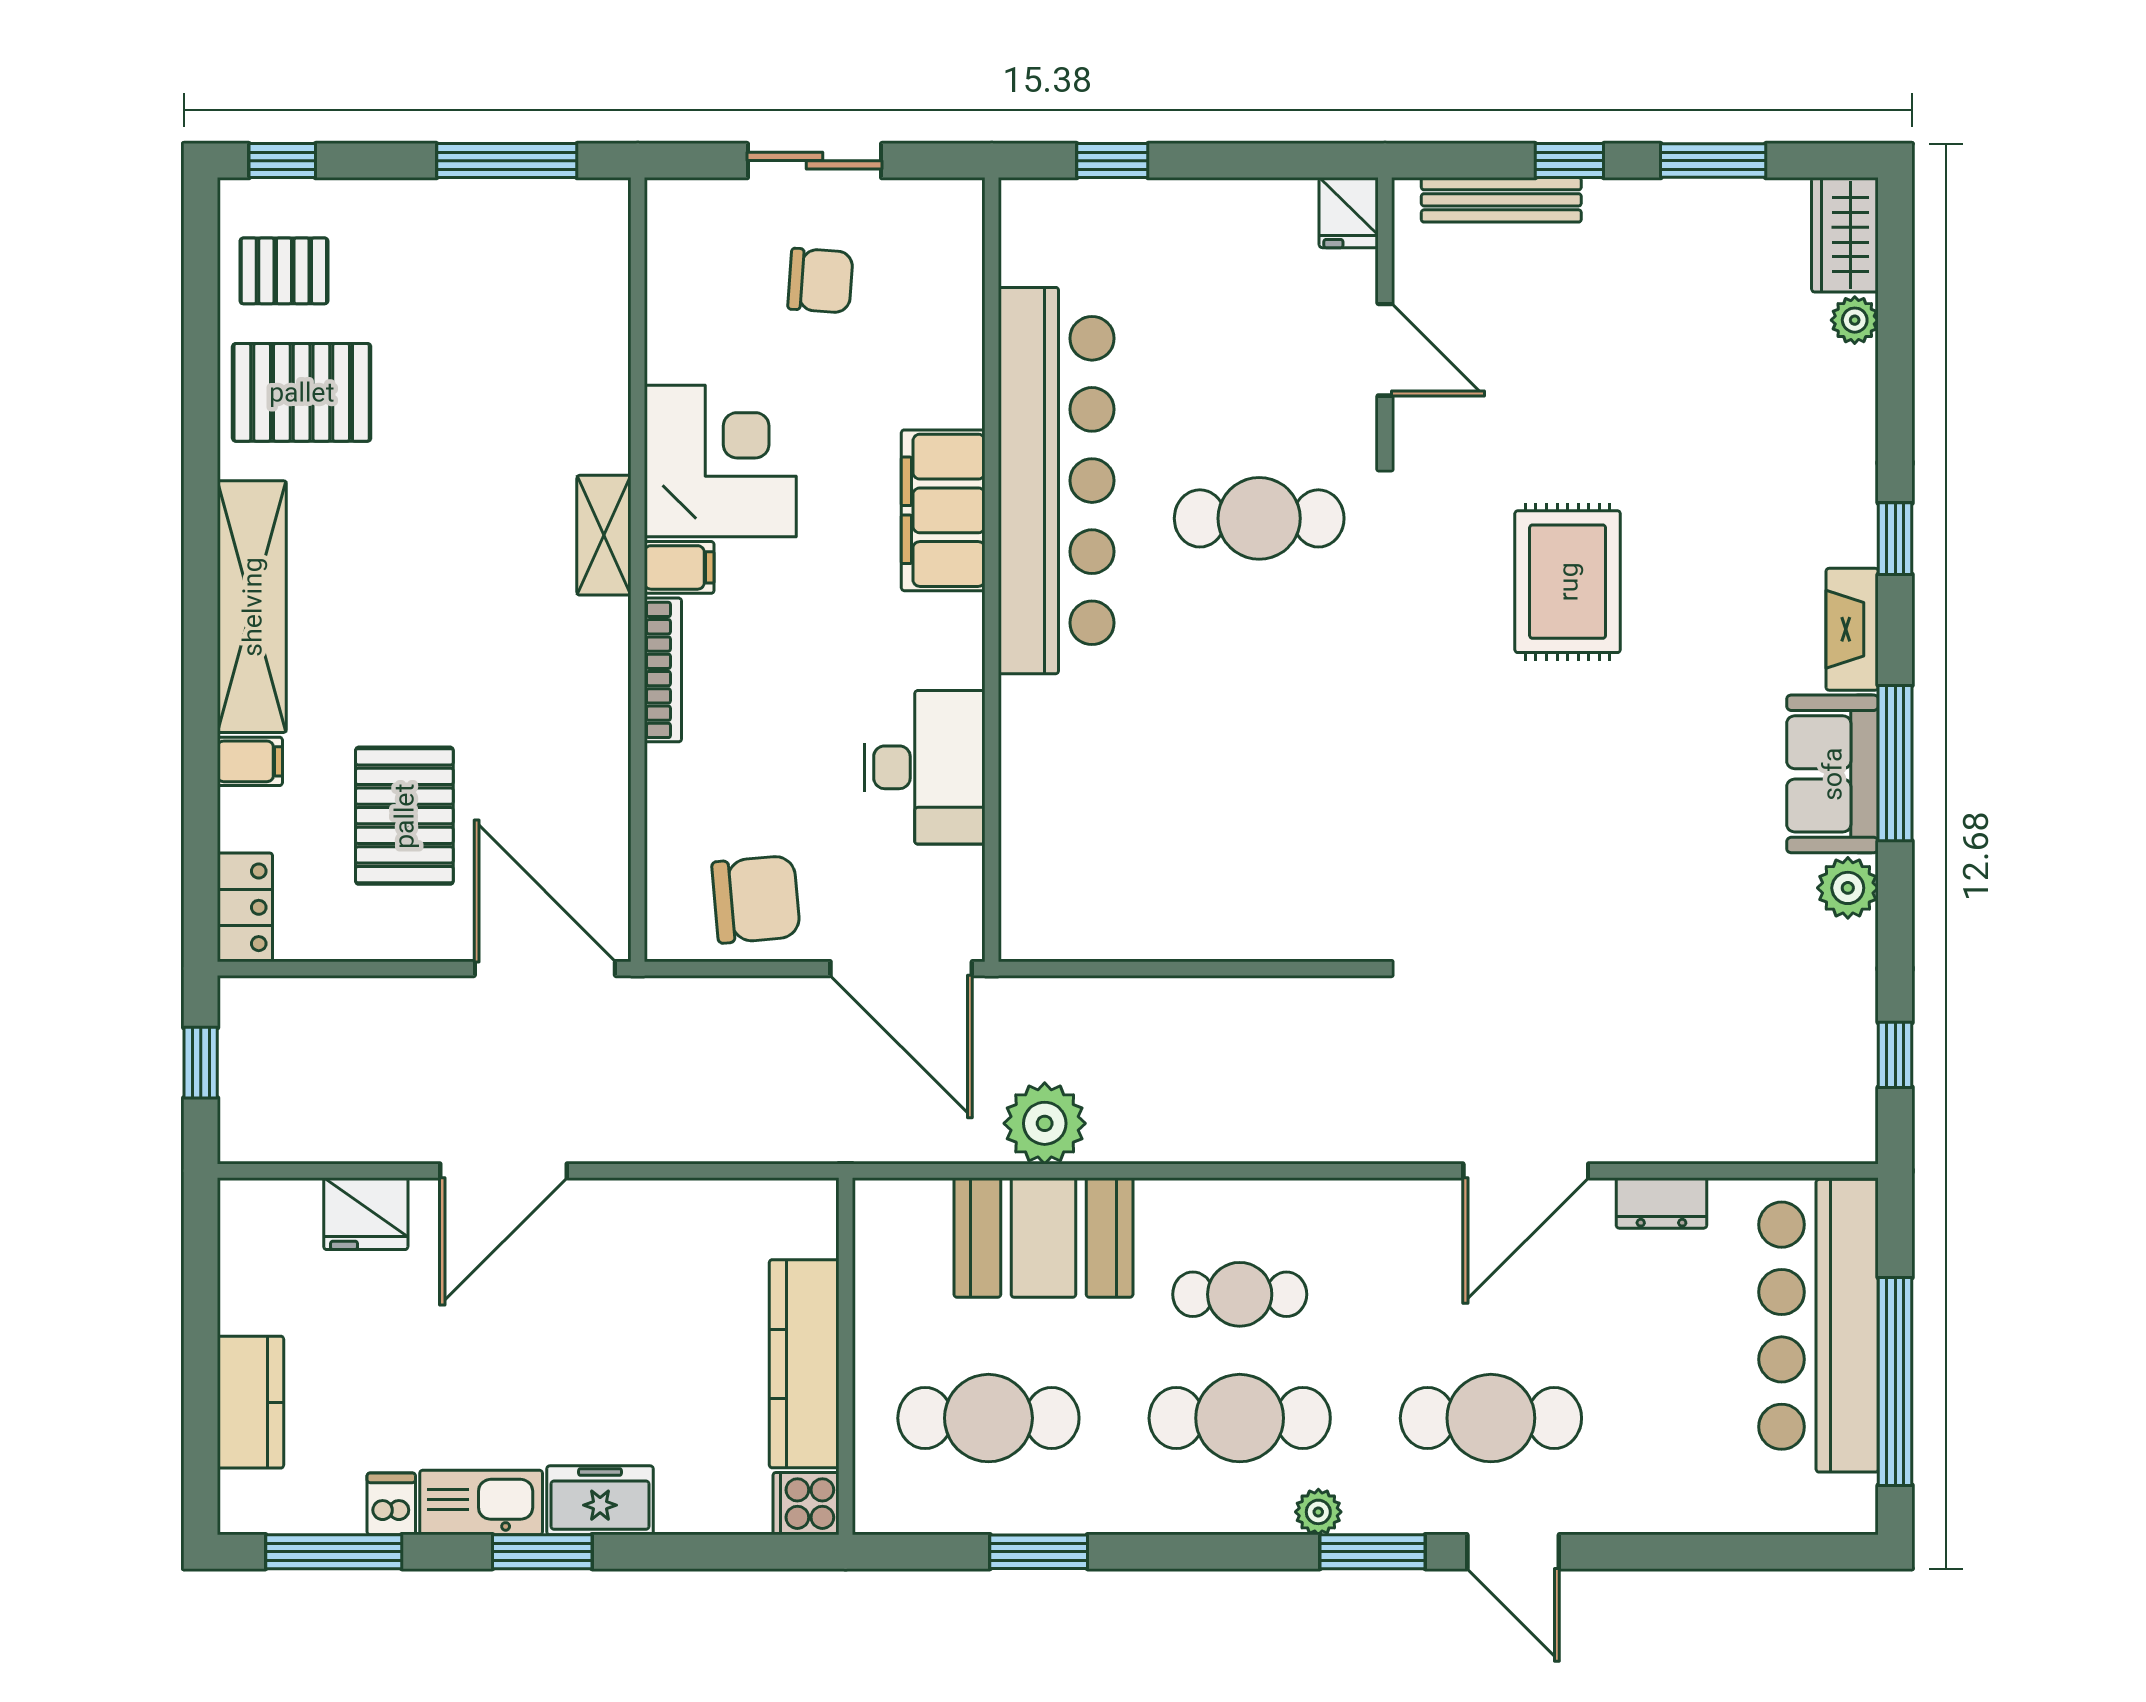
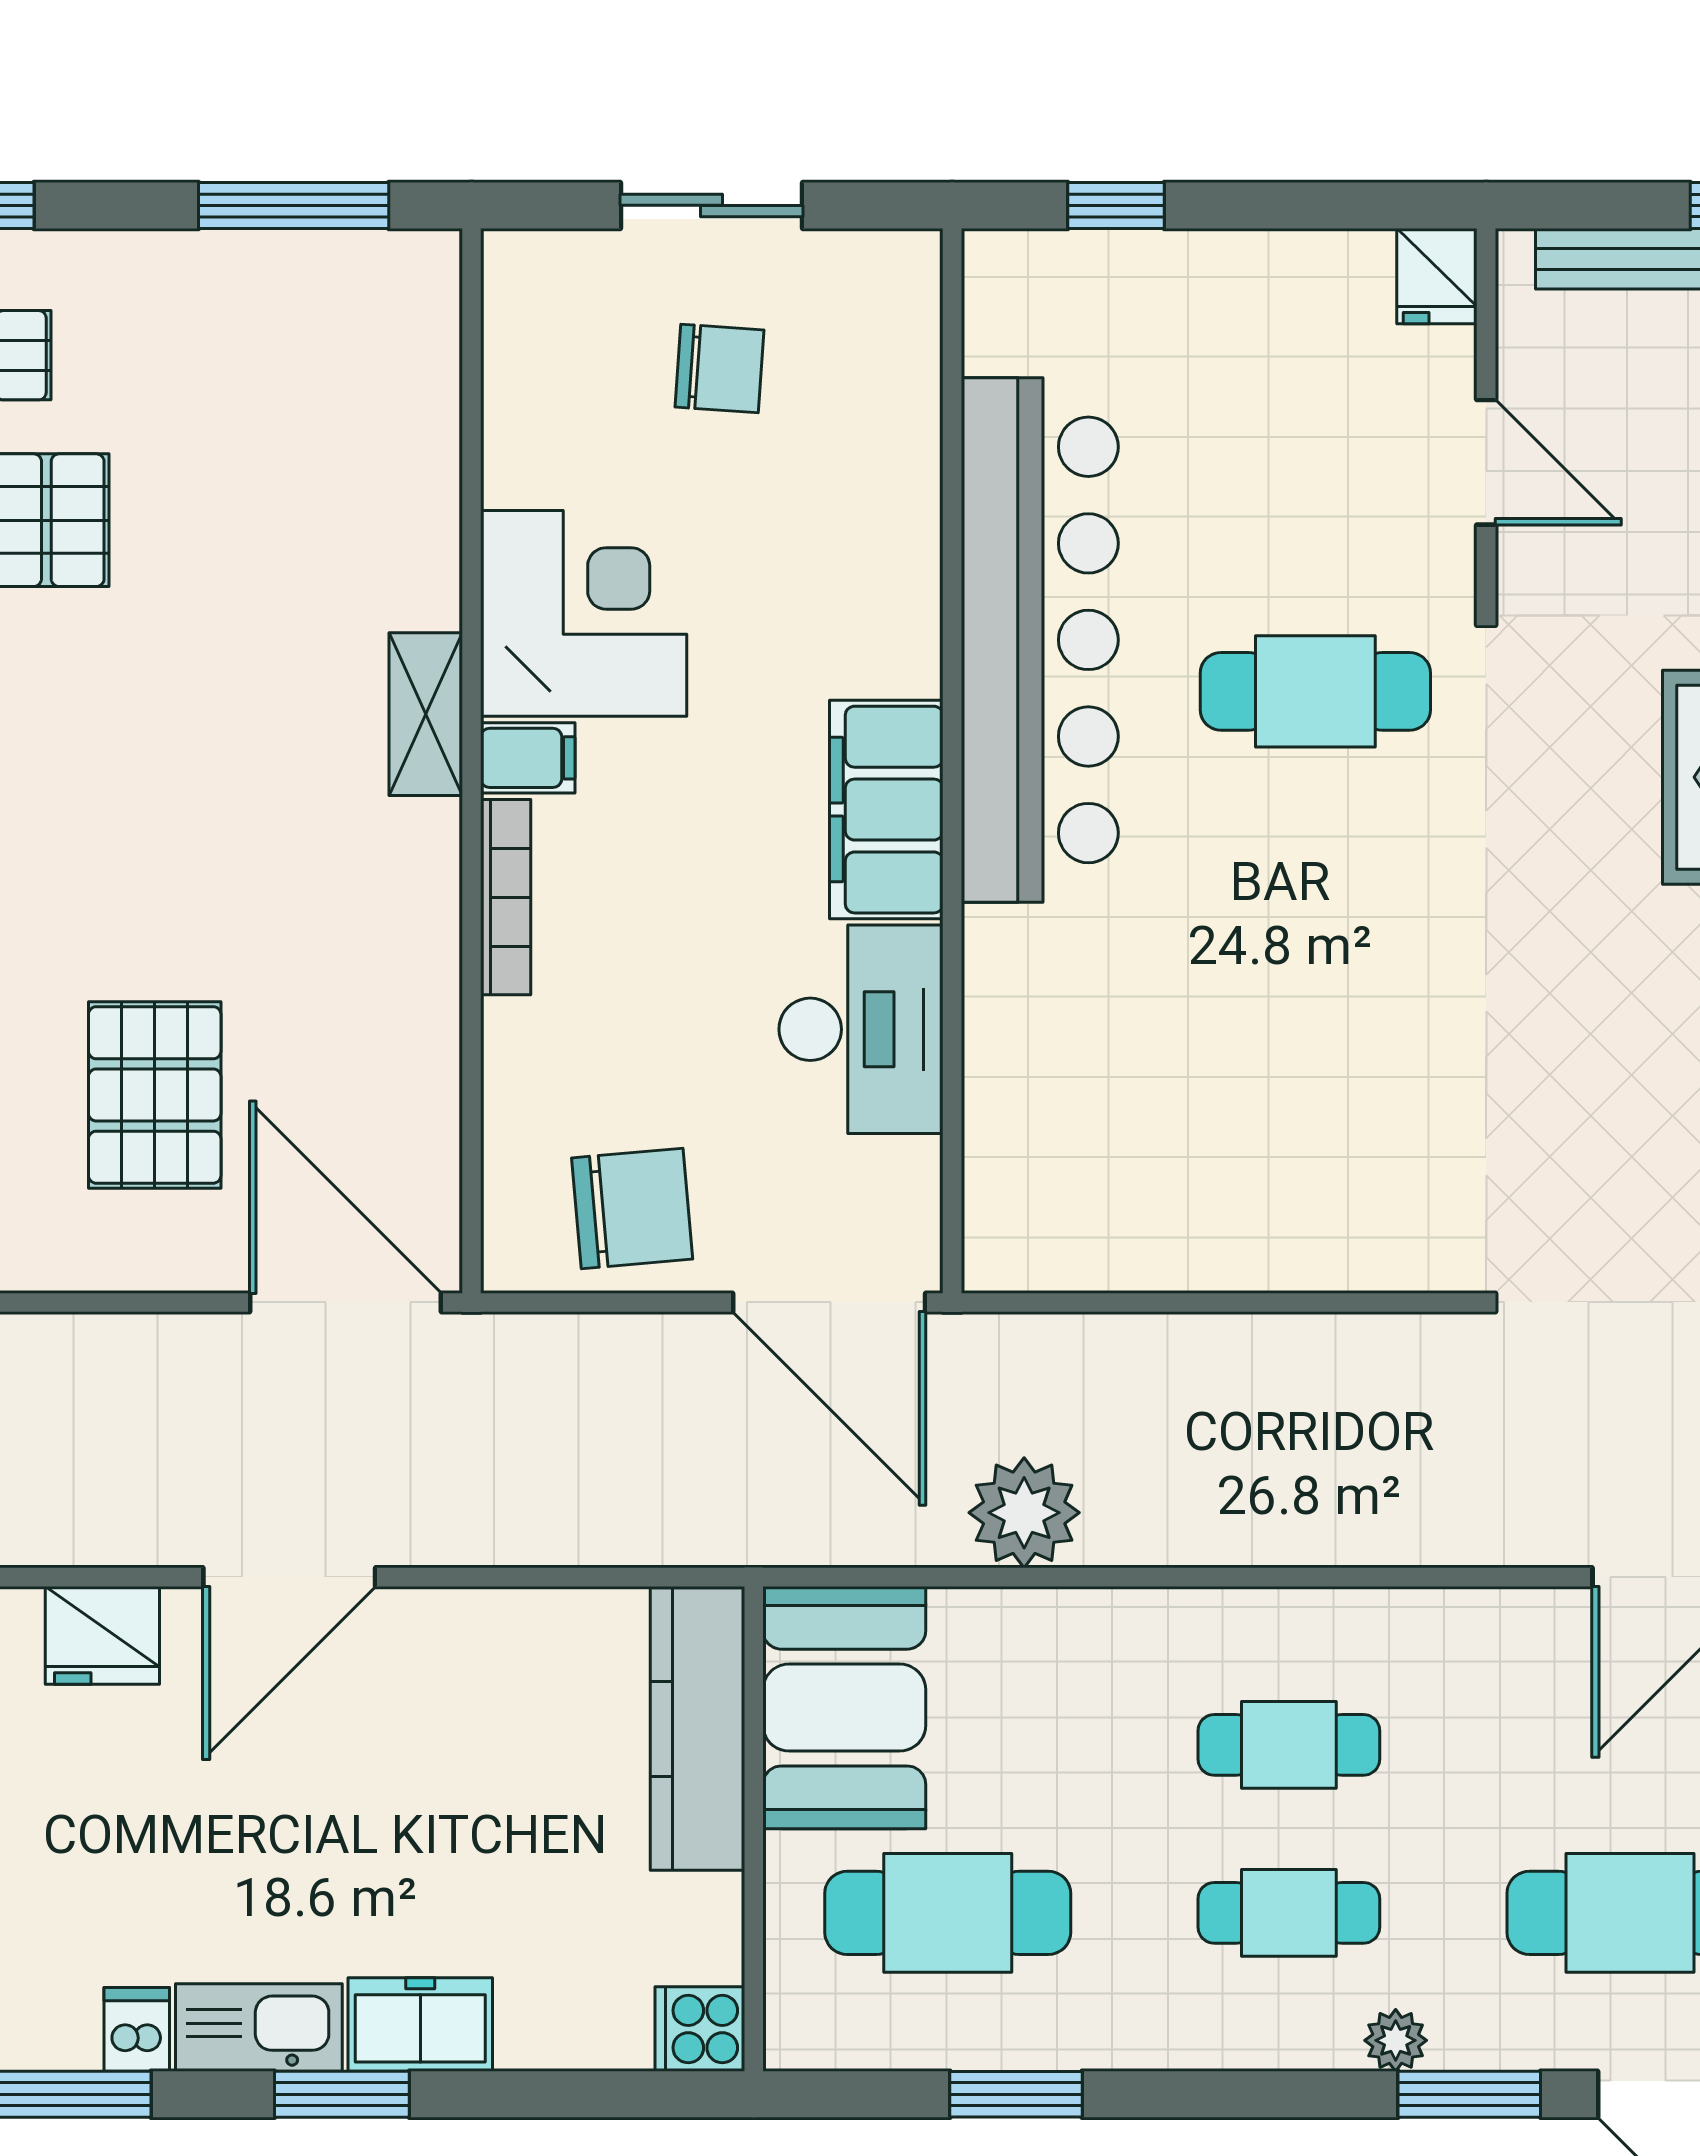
filing cabinet: (943, 510) -> (886, 810), moved
booth: (1043, 1237) -> (844, 1708), moved, turned 90
kitchen counter: (804, 1364) -> (697, 1729), moved
cafe table: (1240, 1418) -> (1289, 1913), width x0.73, depth x0.74

